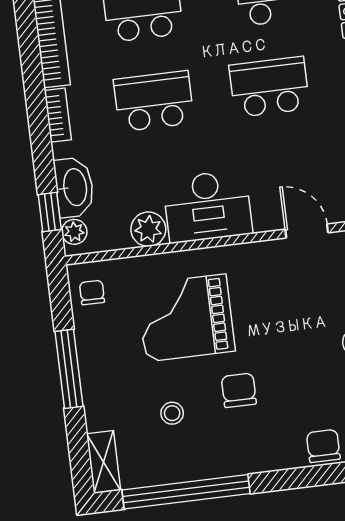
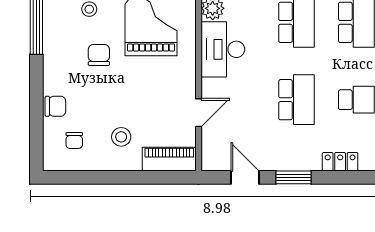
chair: (239, 390) -> (99, 55), turned -90

